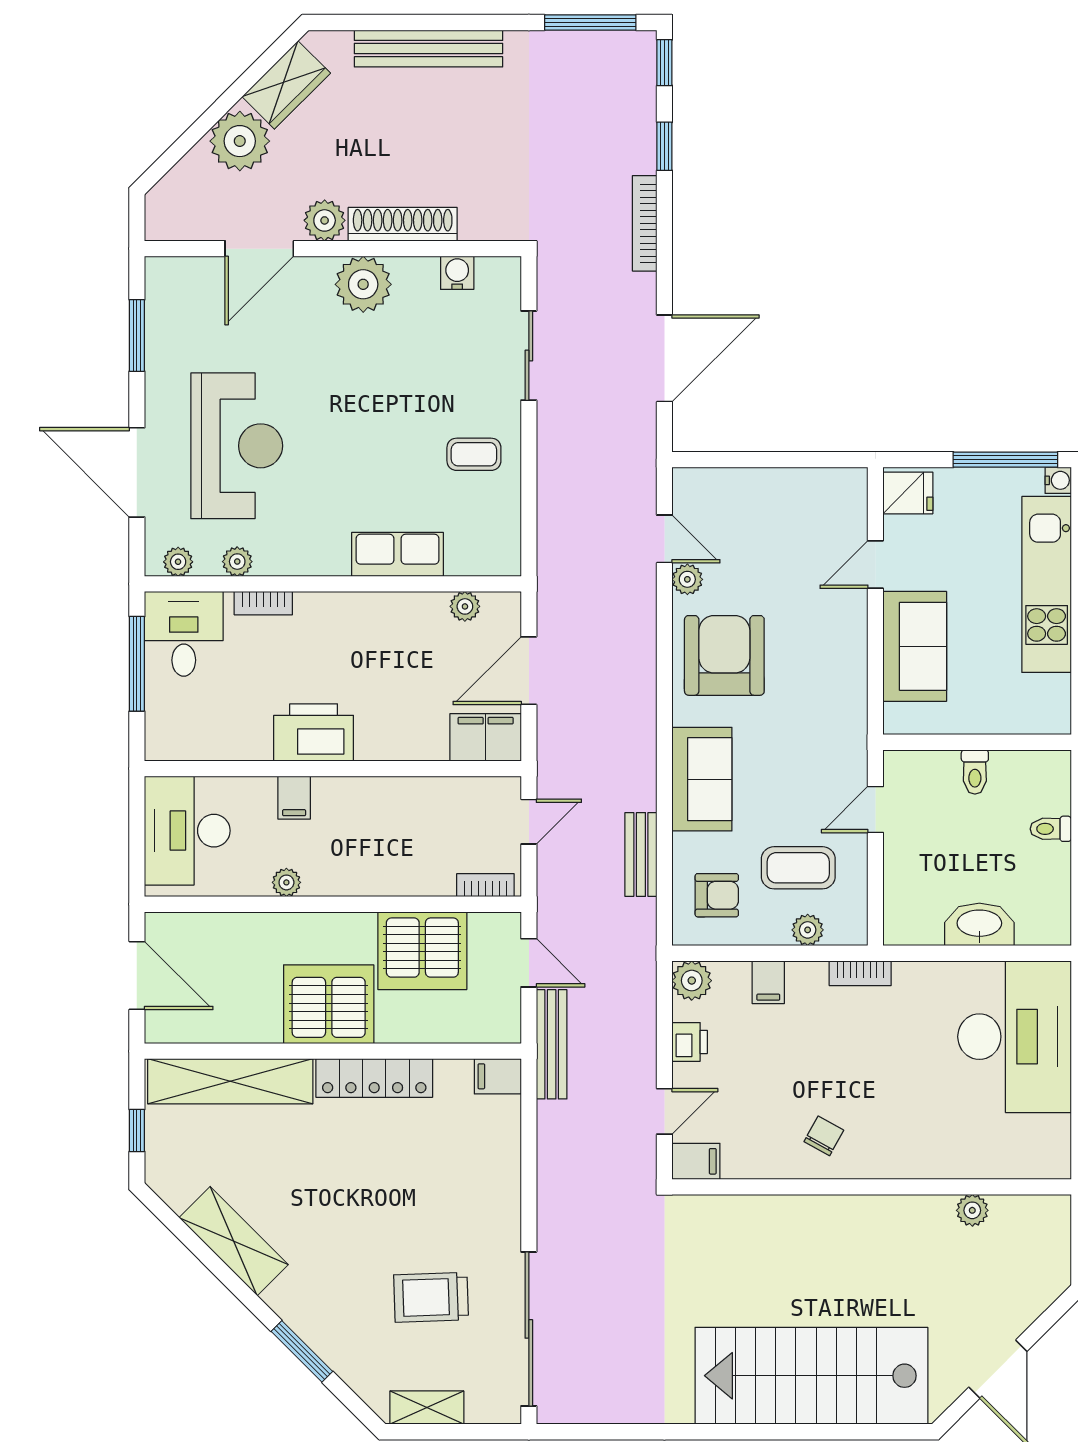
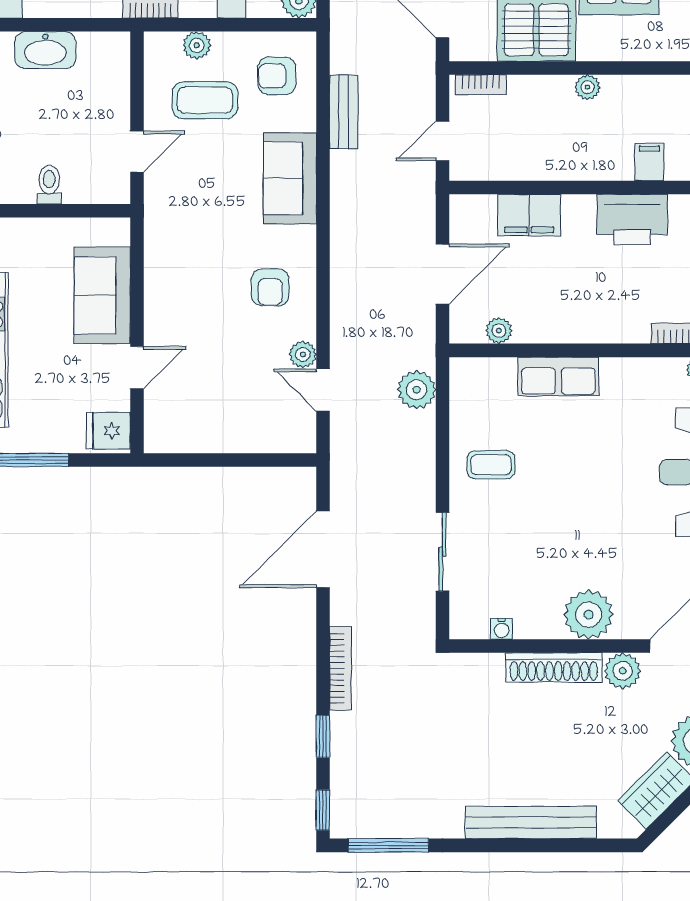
water cooler: (457, 273) -> (502, 629), width x0.72, depth x0.72
plant: (558, 539) -> (417, 390), added
armchair: (724, 655) -> (270, 287), width x0.53, depth x0.53
filing cabinet: (486, 737) -> (529, 215), moved
plant: (286, 882) -> (588, 87), moved

